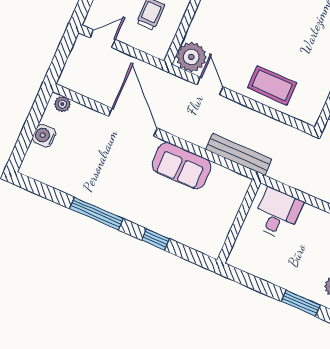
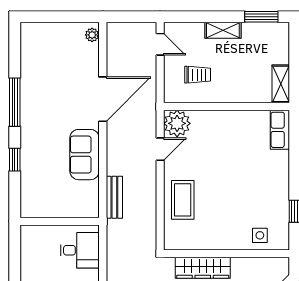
water cooler: (44, 136) -> (60, 31), removed
bench: (239, 154) -> (114, 197), width x0.73

